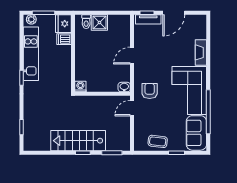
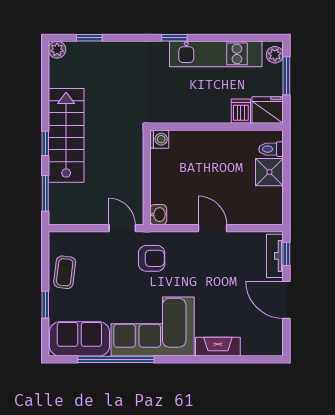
plant: (28, 146) -> (57, 50), added

